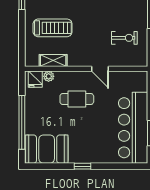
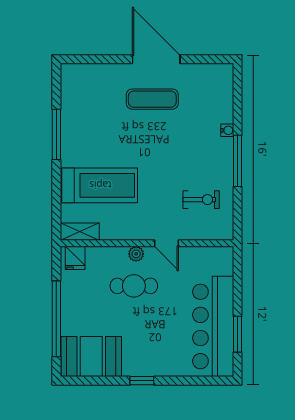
treadmill: (53, 28) -> (100, 185), width x1.37, depth x1.38
shelving: (53, 61) -> (80, 232), moved
plant: (49, 76) -> (136, 254), moved

